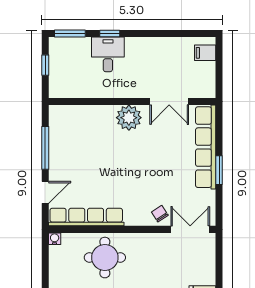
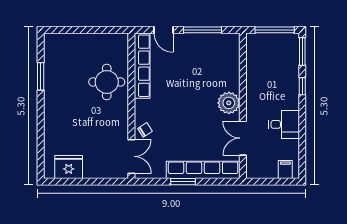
desk: (108, 54) -> (284, 124), moved
window: (45, 65) -> (275, 30), width x2.17
water cooler: (55, 239) -> (123, 38), removed

